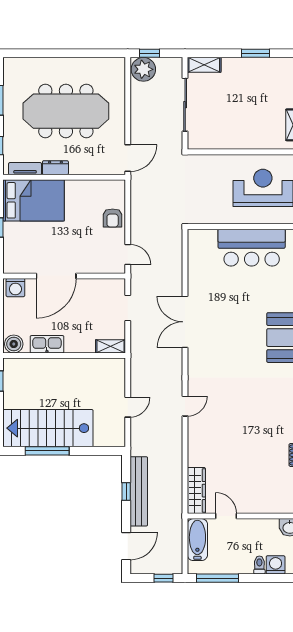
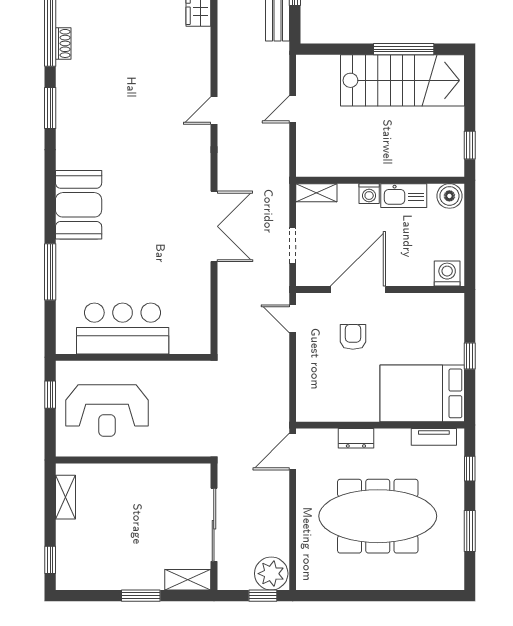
window: (255, 53) -> (141, 596), moved
dresser: (55, 168) -> (356, 438), moved
armchair: (113, 218) -> (353, 337), moved
door: (56, 276) -> (358, 290), moved
washing machine: (72, 346) -> (369, 194), added

